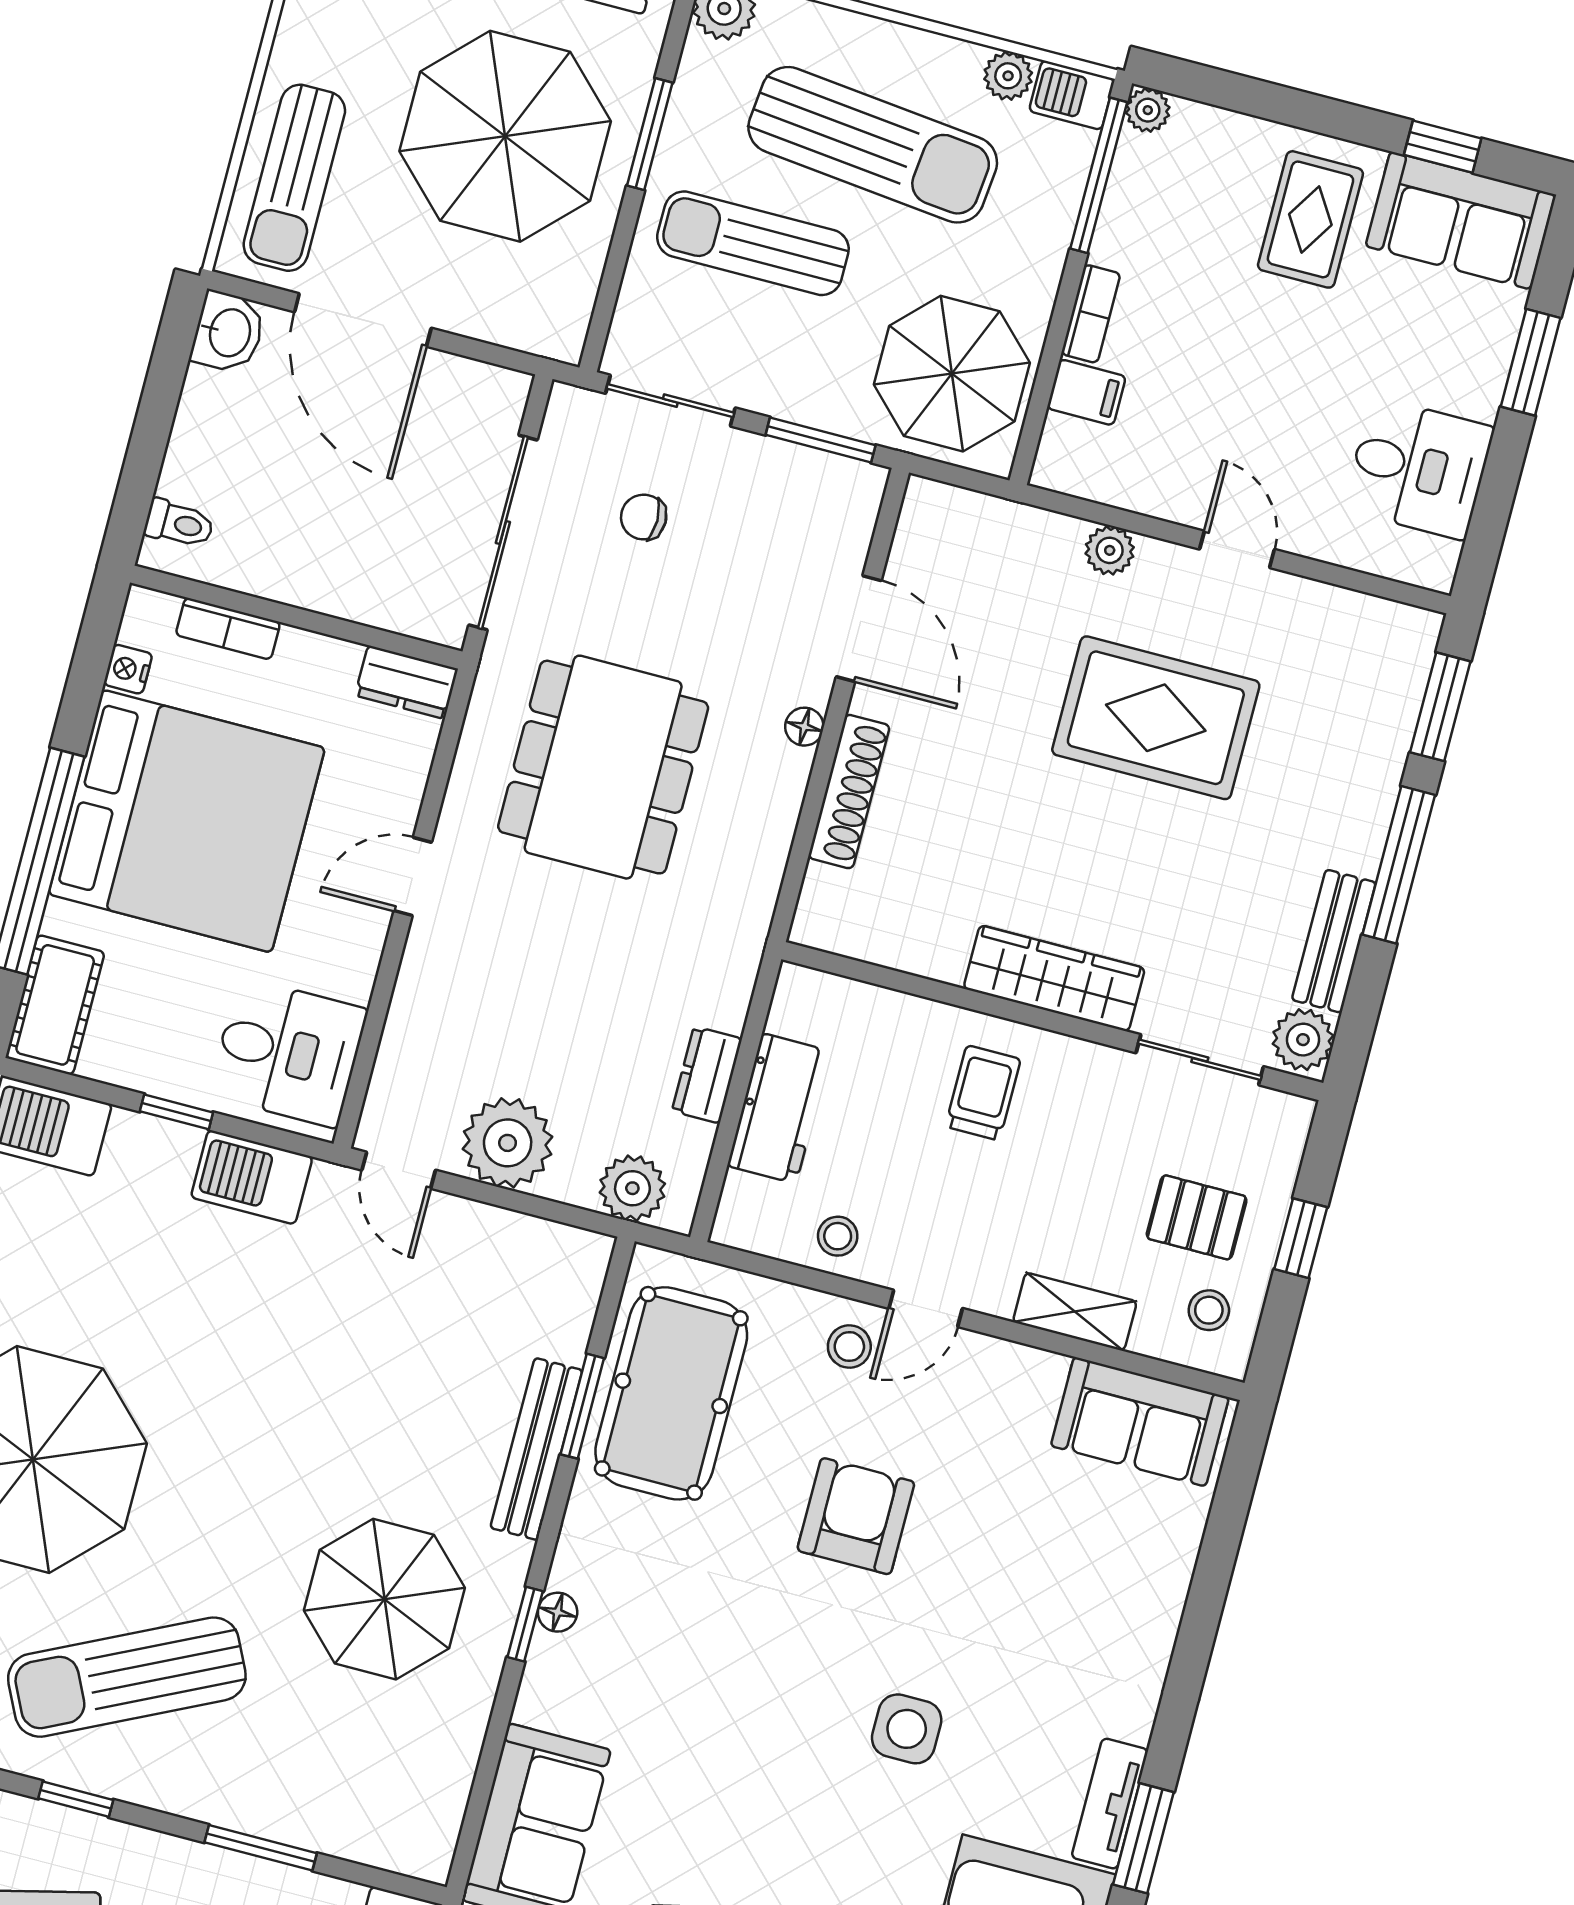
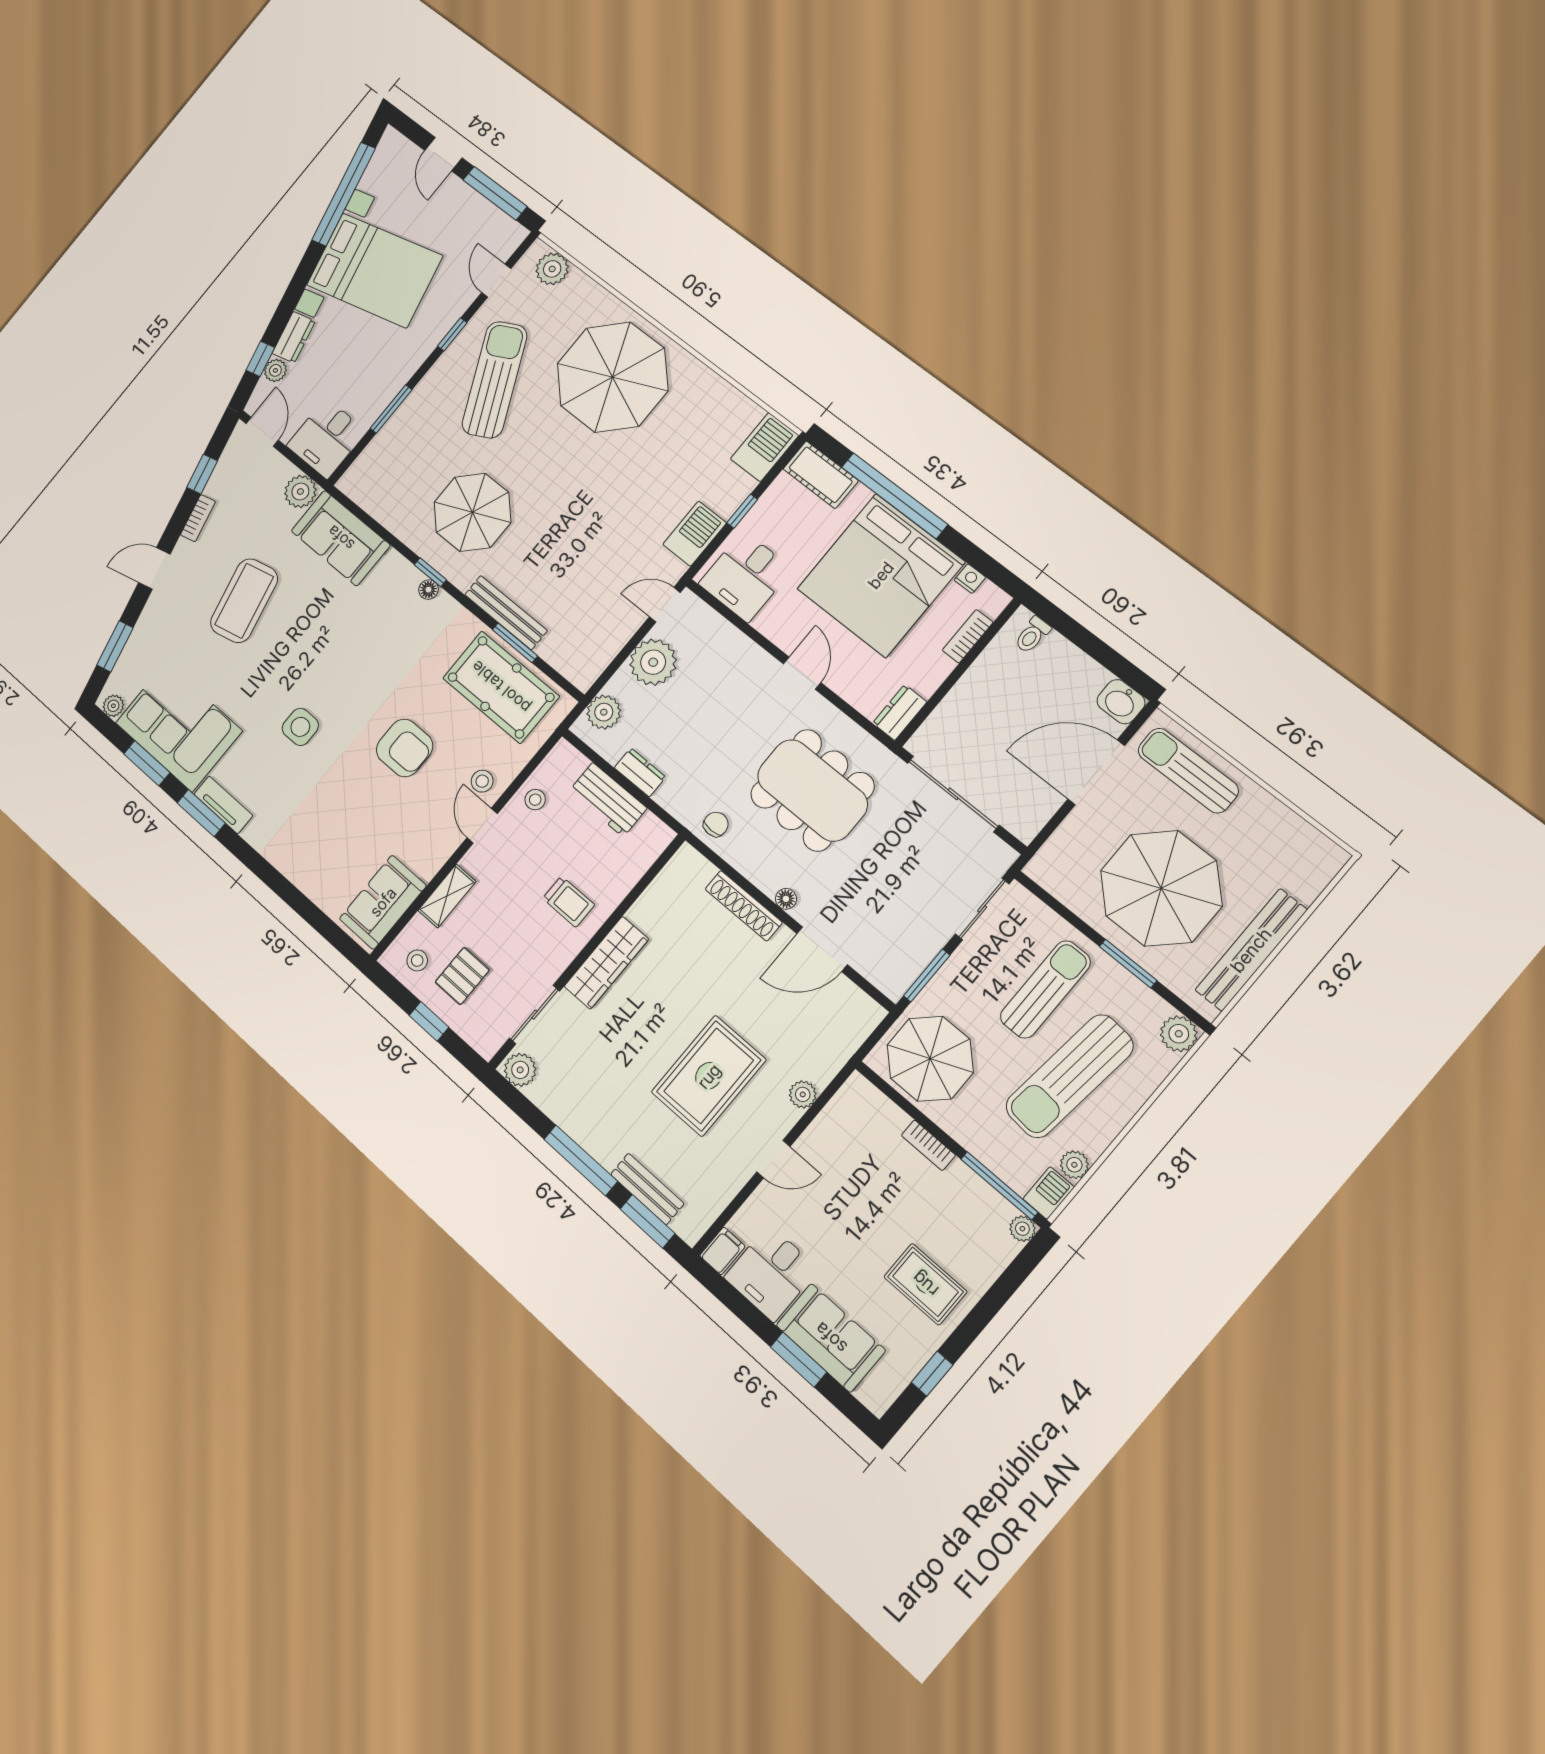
sofa: (1460, 220) -> (831, 1338), moved, turned 90
filing cabinet: (1086, 392) -> (722, 1251), moved, turned 180
chair: (644, 517) -> (716, 824), moved
bench: (1334, 941) -> (647, 1189), moved

